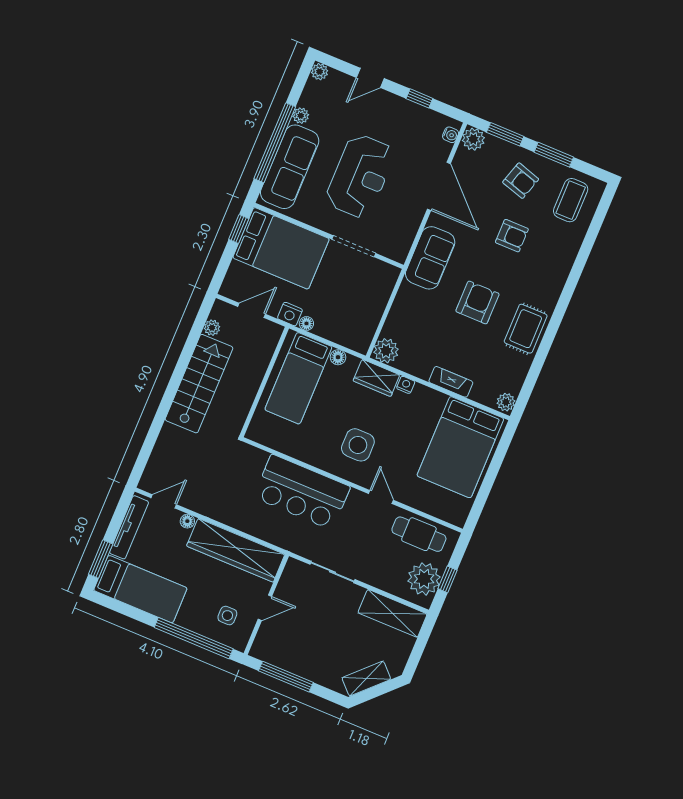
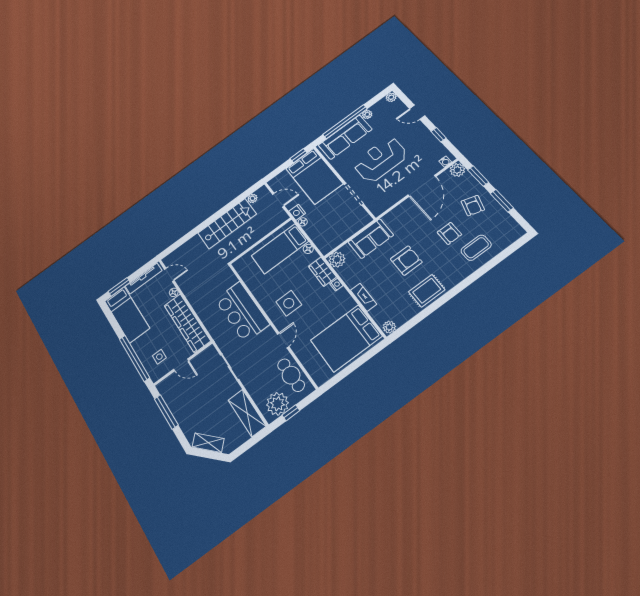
reception desk: (360, 176) -> (380, 160), turned 180
coffee table: (571, 200) -> (476, 248), moved
sofa: (430, 258) -> (371, 239), moved

